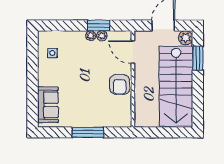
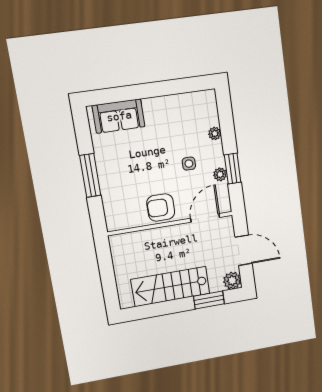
plant: (91, 36) -> (215, 133), moved
side table: (52, 53) -> (189, 164), moved
stairs: (176, 86) -> (171, 287), width x0.73, depth x0.66

